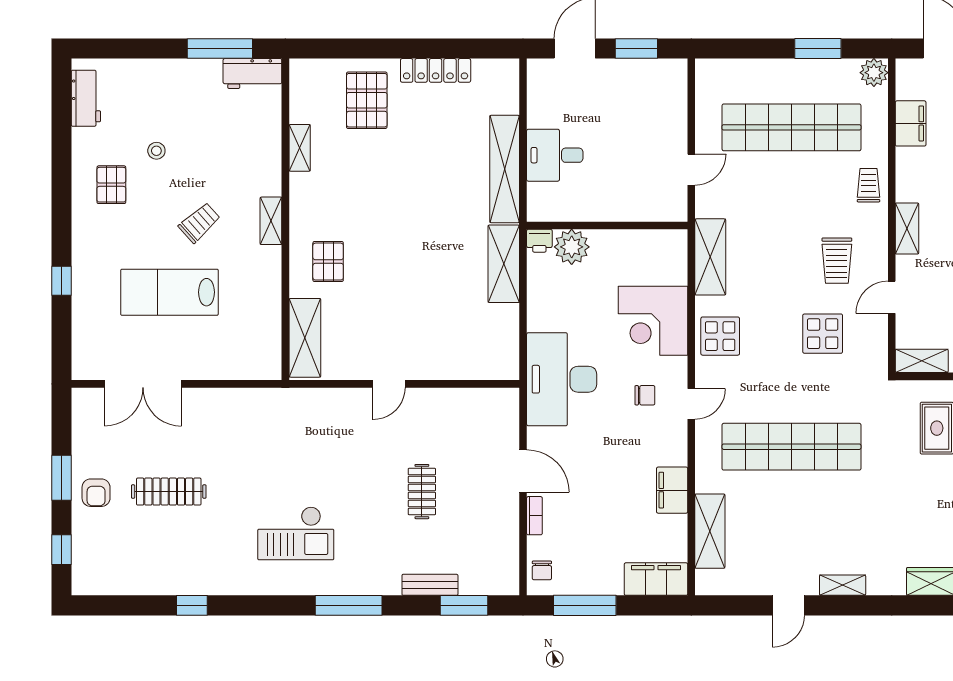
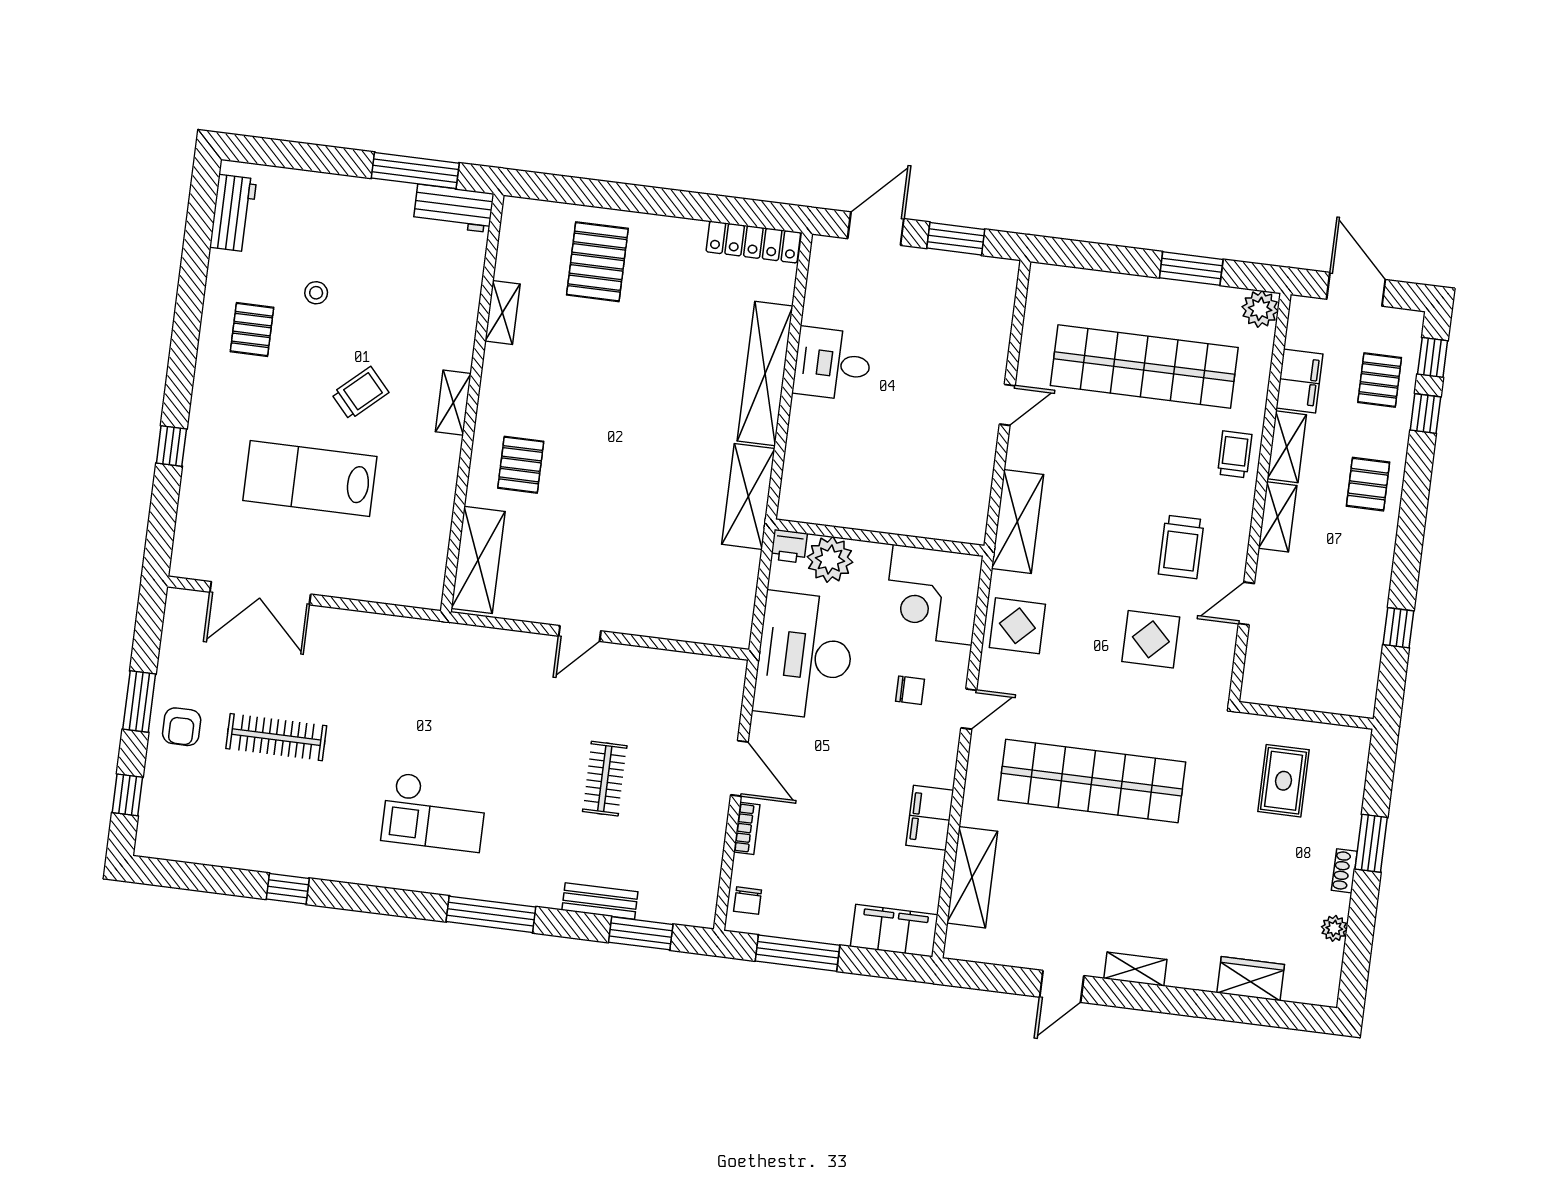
locker: (436, 70) -> (753, 242), moved
wall: (607, 225) -> (879, 538), moved
printer: (539, 241) -> (789, 546), moved
plant: (572, 247) -> (830, 559), moved
shelving: (922, 361) -> (1287, 447), moved, turned 90

